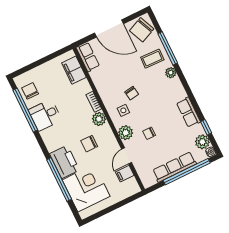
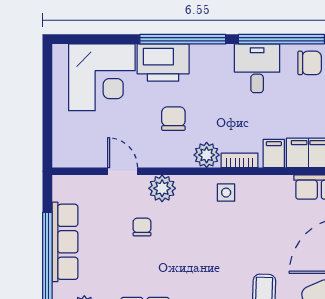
chair: (132, 93) -> (223, 231), removed
side table: (123, 110) -> (226, 193), moved
filing cabinet: (125, 174) -> (274, 154), moved
window: (59, 179) -> (183, 39), moved

